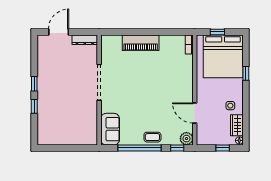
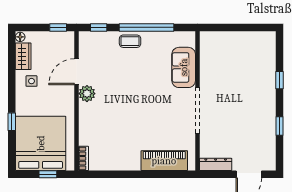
piano: (141, 43) -> (164, 161), moved
window: (34, 84) -> (279, 126), moved
door: (195, 113) -> (77, 72), swing flipped
sofa: (110, 129) -> (184, 67), moved
plant: (186, 139) -> (87, 94), moved
window: (223, 148) -> (58, 27), moved

